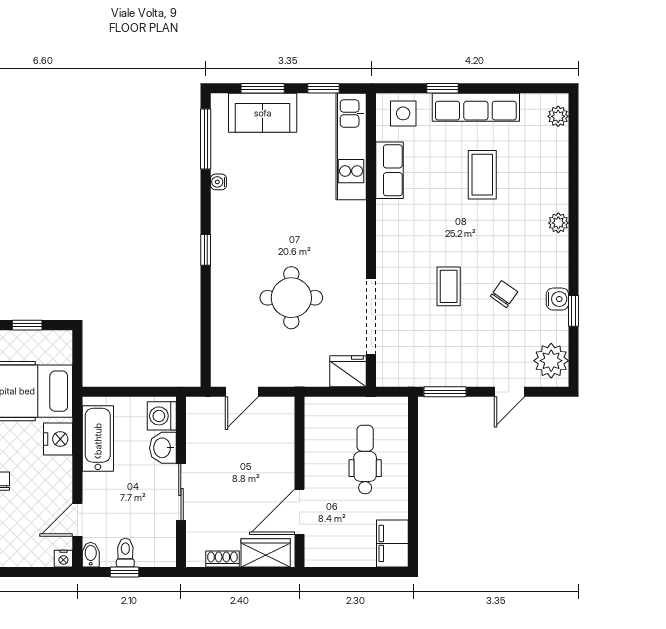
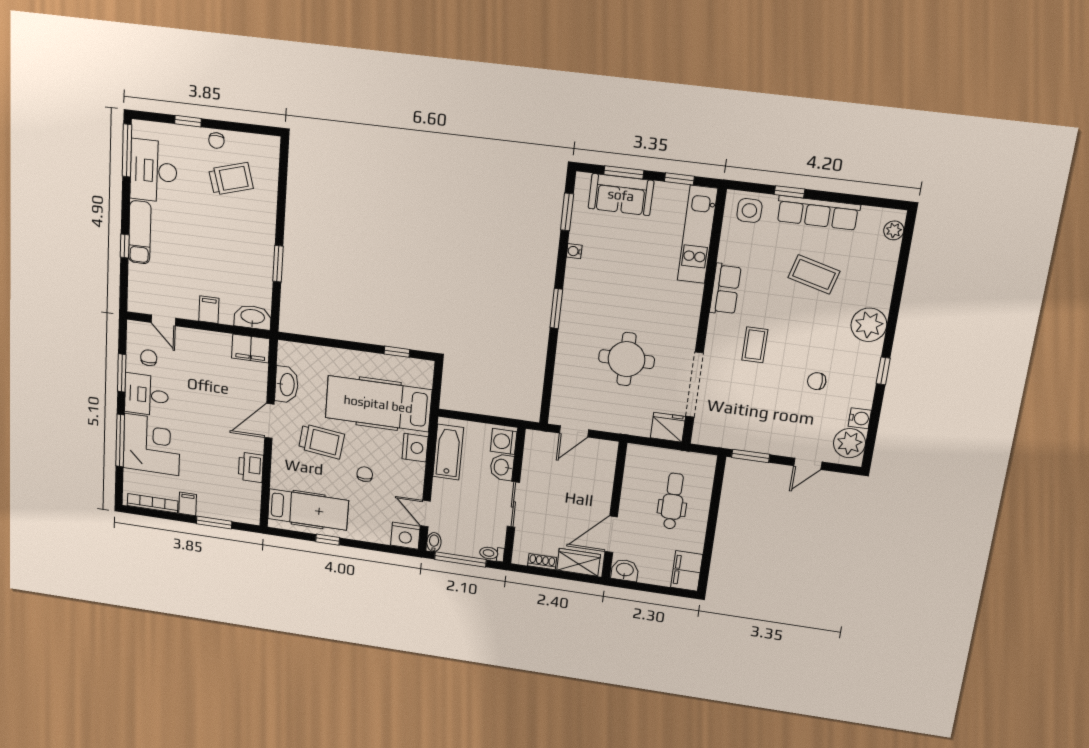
window: (206, 139) -> (567, 212), width x0.69
row of seats: (390, 170) -> (725, 289), moved
coffee table: (482, 175) -> (814, 274), turned -75
plant: (558, 223) -> (869, 325), width x1.88, depth x1.88
window: (206, 250) -> (556, 309), width x1.50
coffee table: (449, 286) -> (755, 345), moved
chair: (504, 294) -> (817, 381), turned -125
water cooler: (557, 299) -> (860, 418), moved
window: (573, 311) -> (883, 371), moved
door: (77, 520) -> (425, 513), hinge flipped
toilet: (125, 553) -> (492, 553), moved, turned -90
washbasin: (321, 554) -> (625, 570), added
nightstand: (63, 559) -> (405, 536), width x1.89, depth x1.79
window: (125, 572) -> (460, 560), width x2.17

